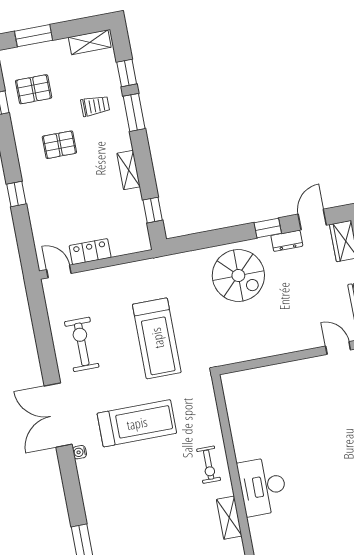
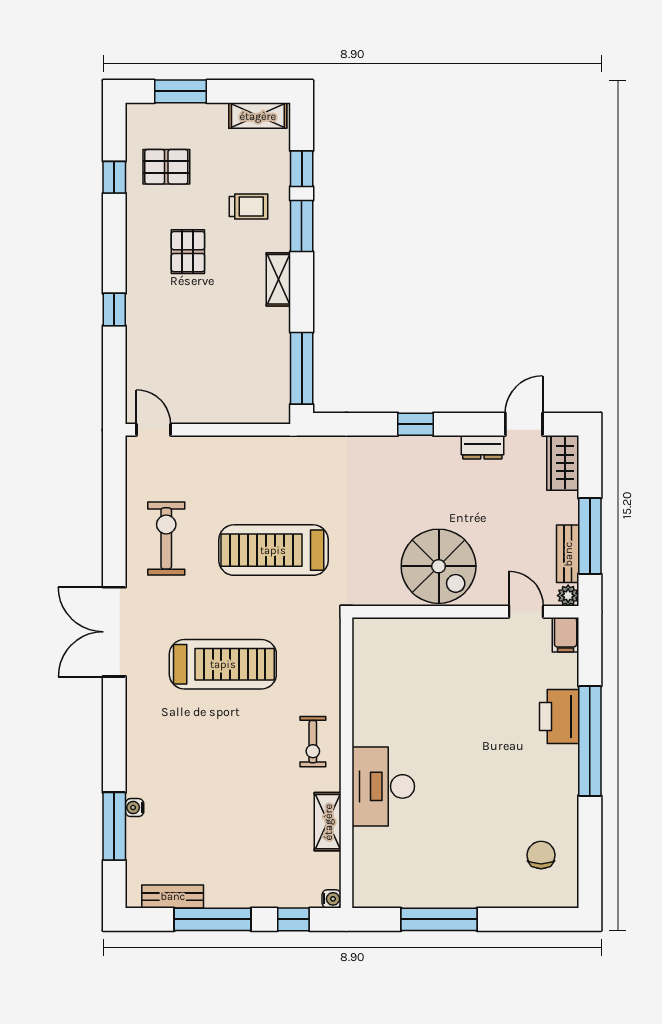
pallet: (59, 145) -> (188, 252), turned 90
shelving: (128, 170) -> (278, 279), moved
window: (153, 210) -> (302, 368), width x2.17
window: (268, 228) -> (415, 424), moved
locker: (90, 252) -> (203, 410), removed
spiral stairs: (238, 275) -> (439, 566), moved
treadmill: (157, 338) -> (273, 550), turned 90
water cooler: (80, 452) -> (135, 808), moved

